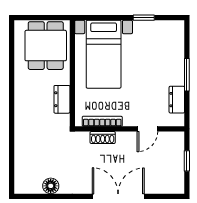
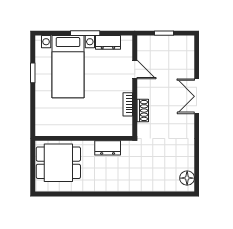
bed with nightstands: (104, 54) -> (68, 67), moved, turned 90
bookcase: (102, 121) -> (128, 104), width x0.64
floor lamp: (51, 186) -> (187, 178), moved
double door: (118, 196) -> (197, 96), width x0.73

